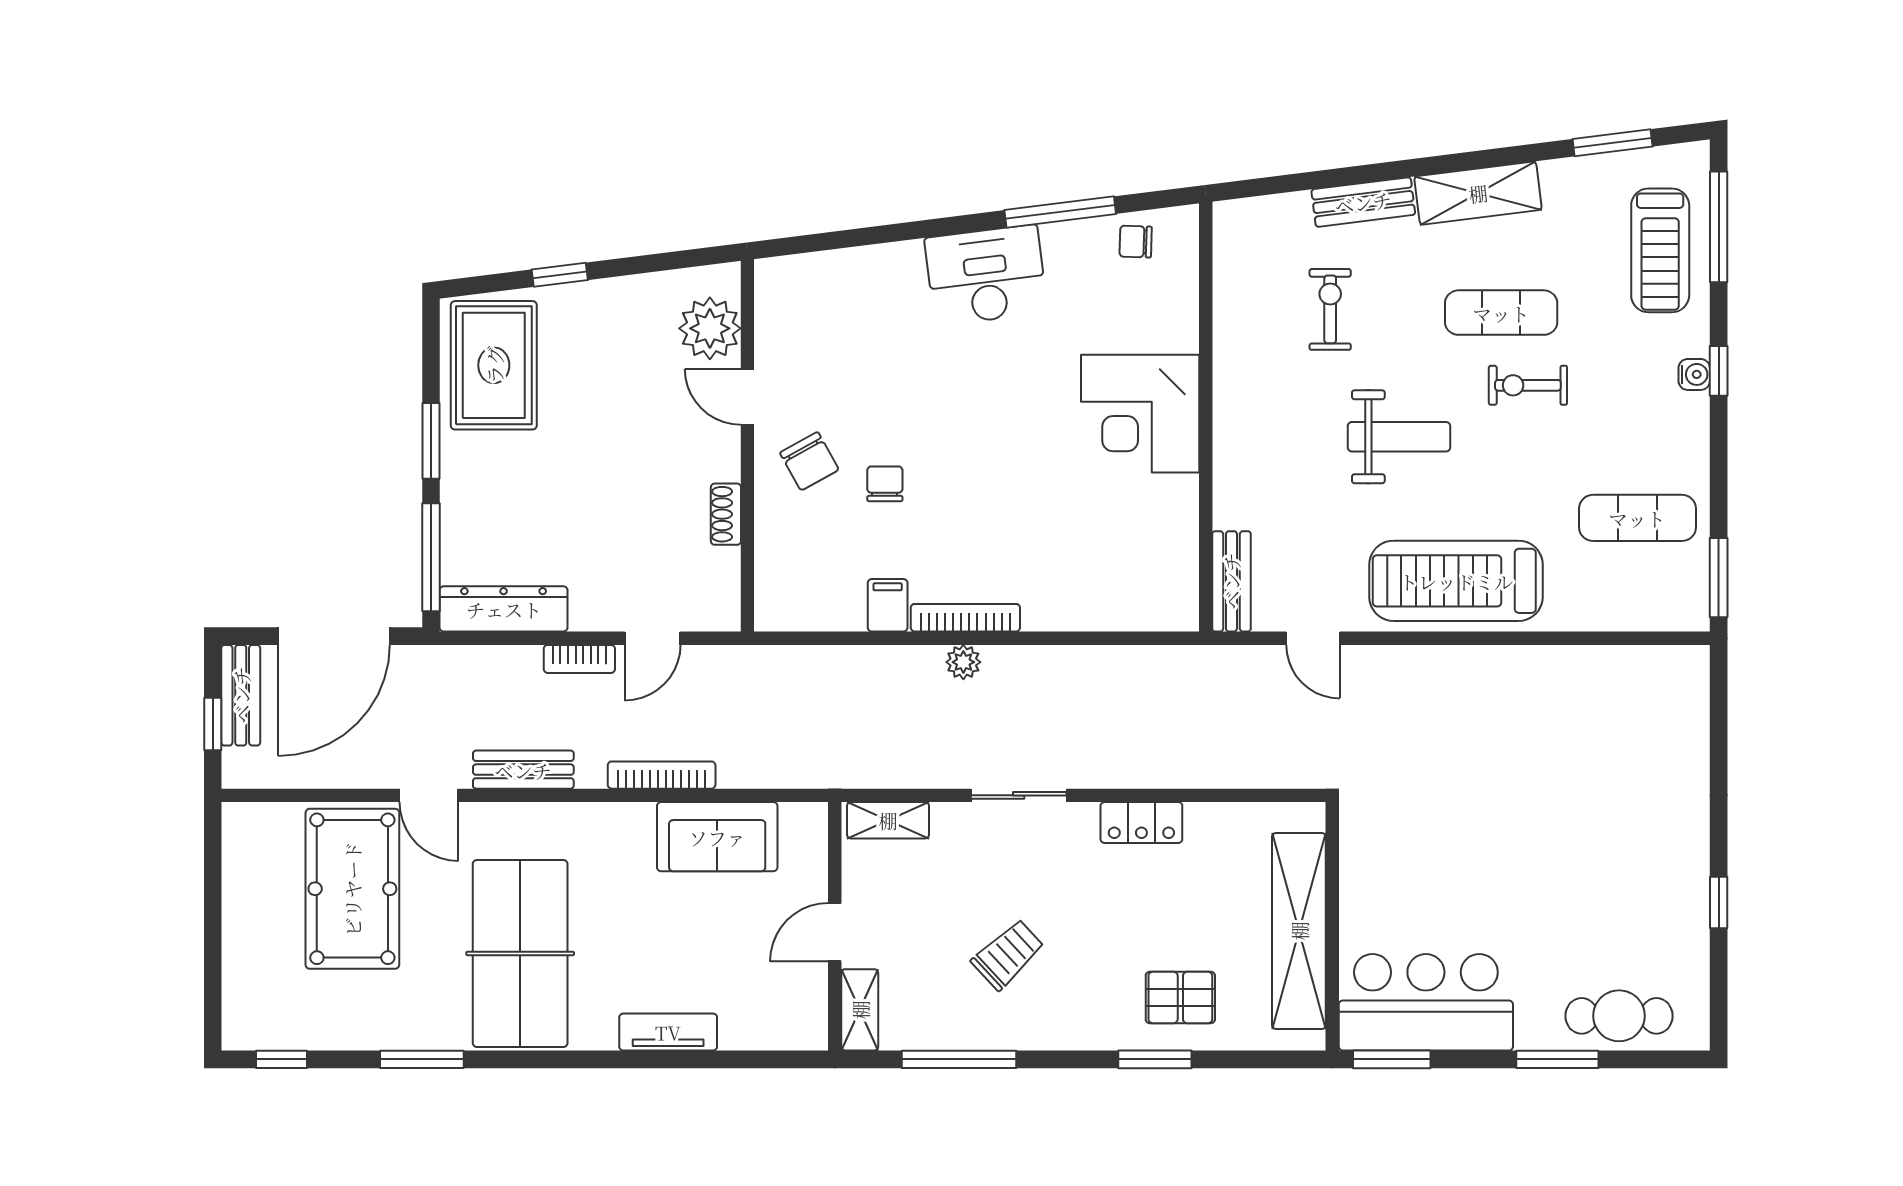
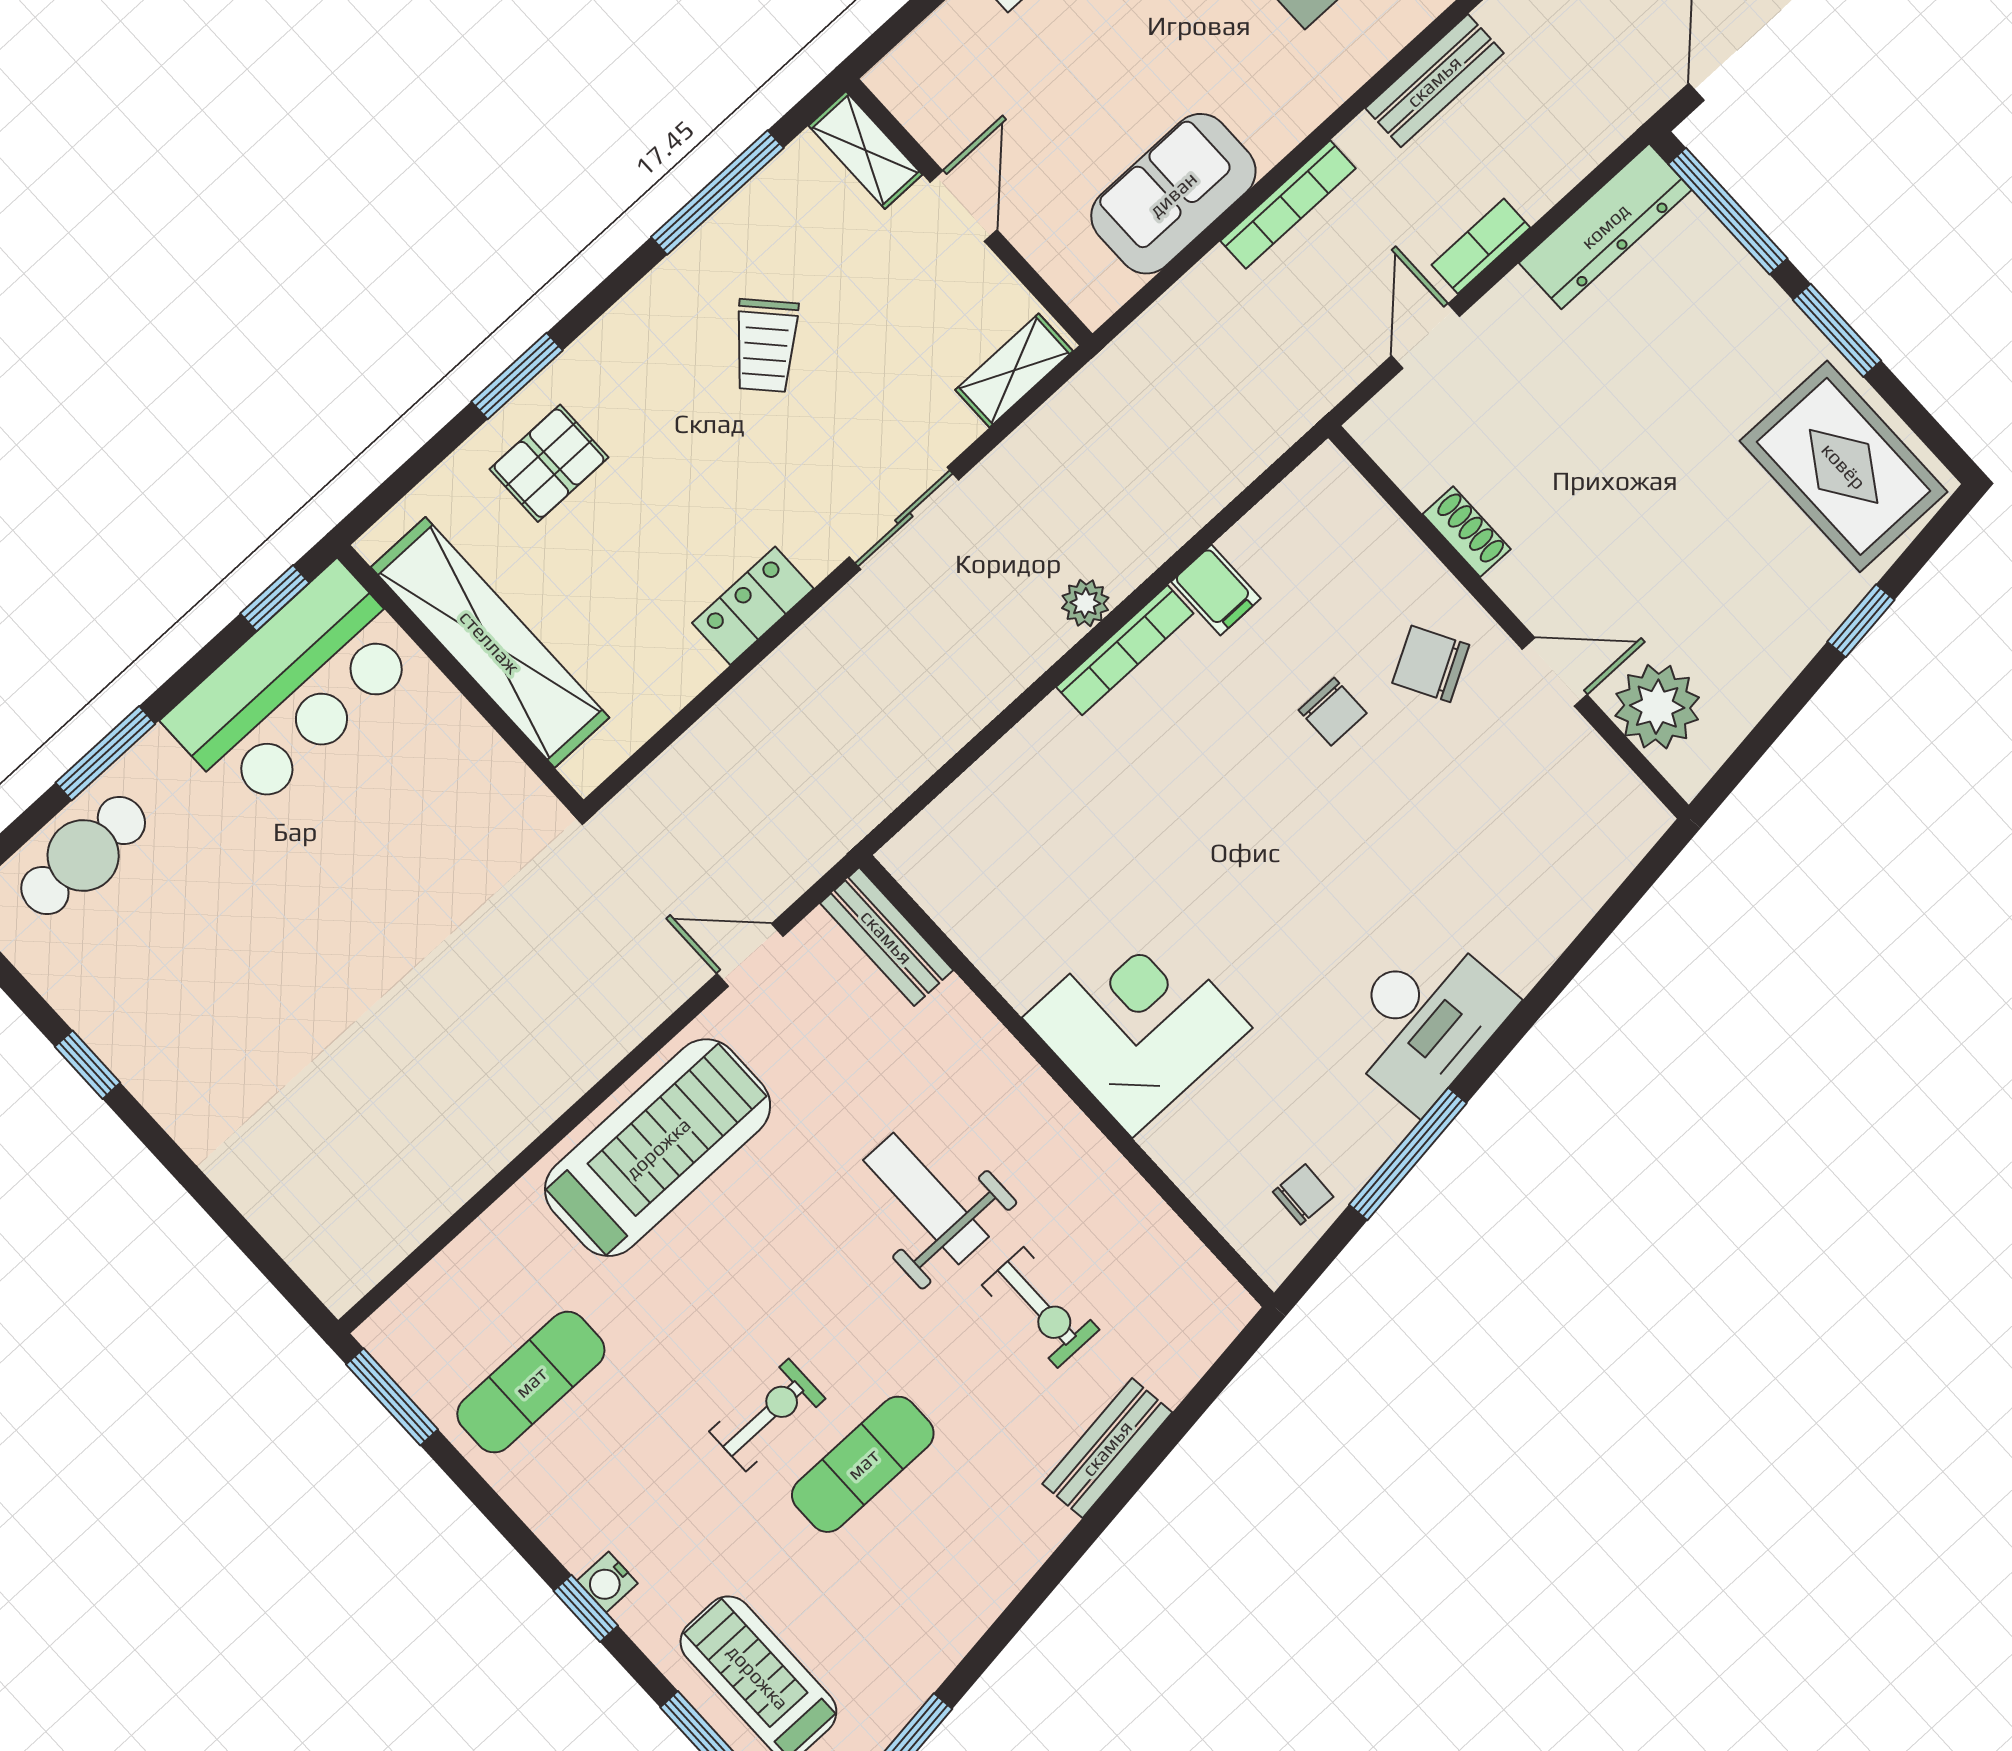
shelving: (1478, 193) -> (998, 1565), removed
weight bench: (1399, 437) -> (926, 1198), moved, turned 90
window: (1392, 1059) -> (275, 598), width x0.67

